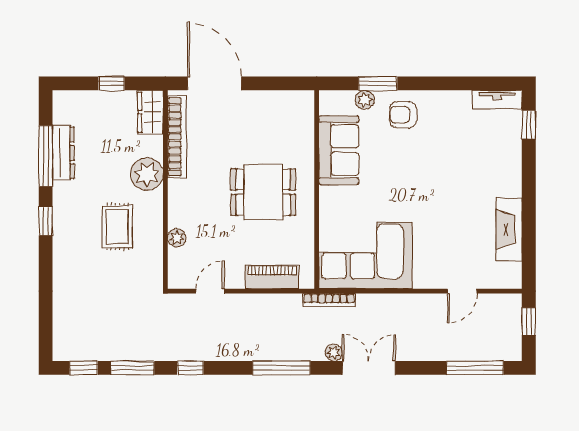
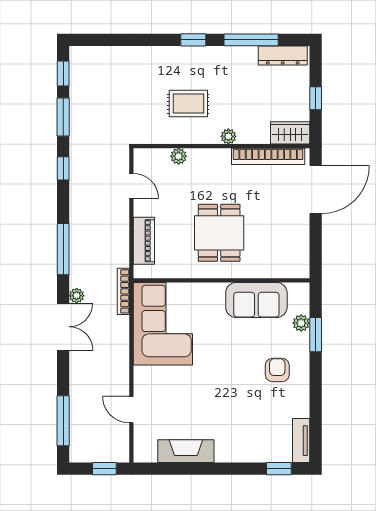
armchair: (403, 115) -> (277, 370), moved
dresser: (63, 153) -> (283, 55), moved
plant: (147, 174) -> (228, 136), width x0.53, depth x0.53

